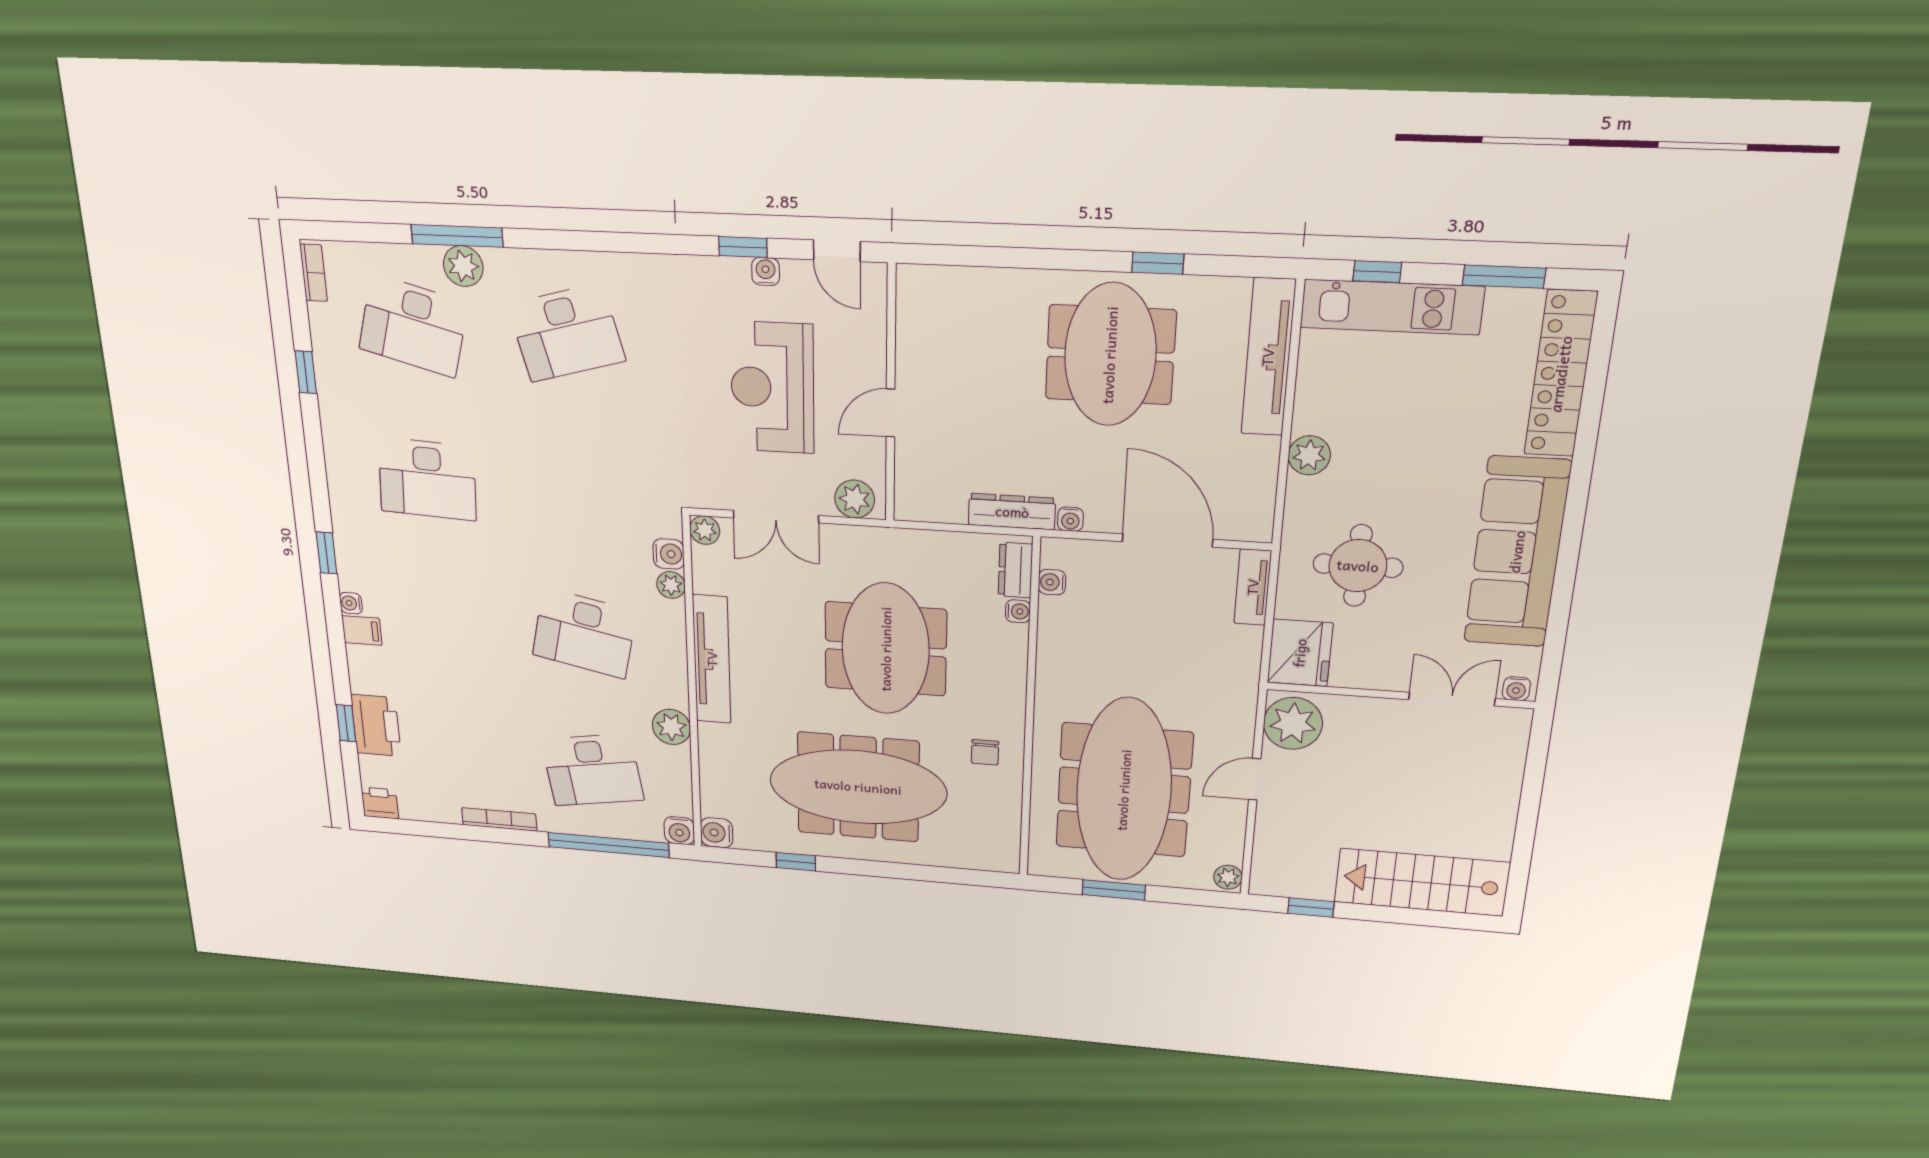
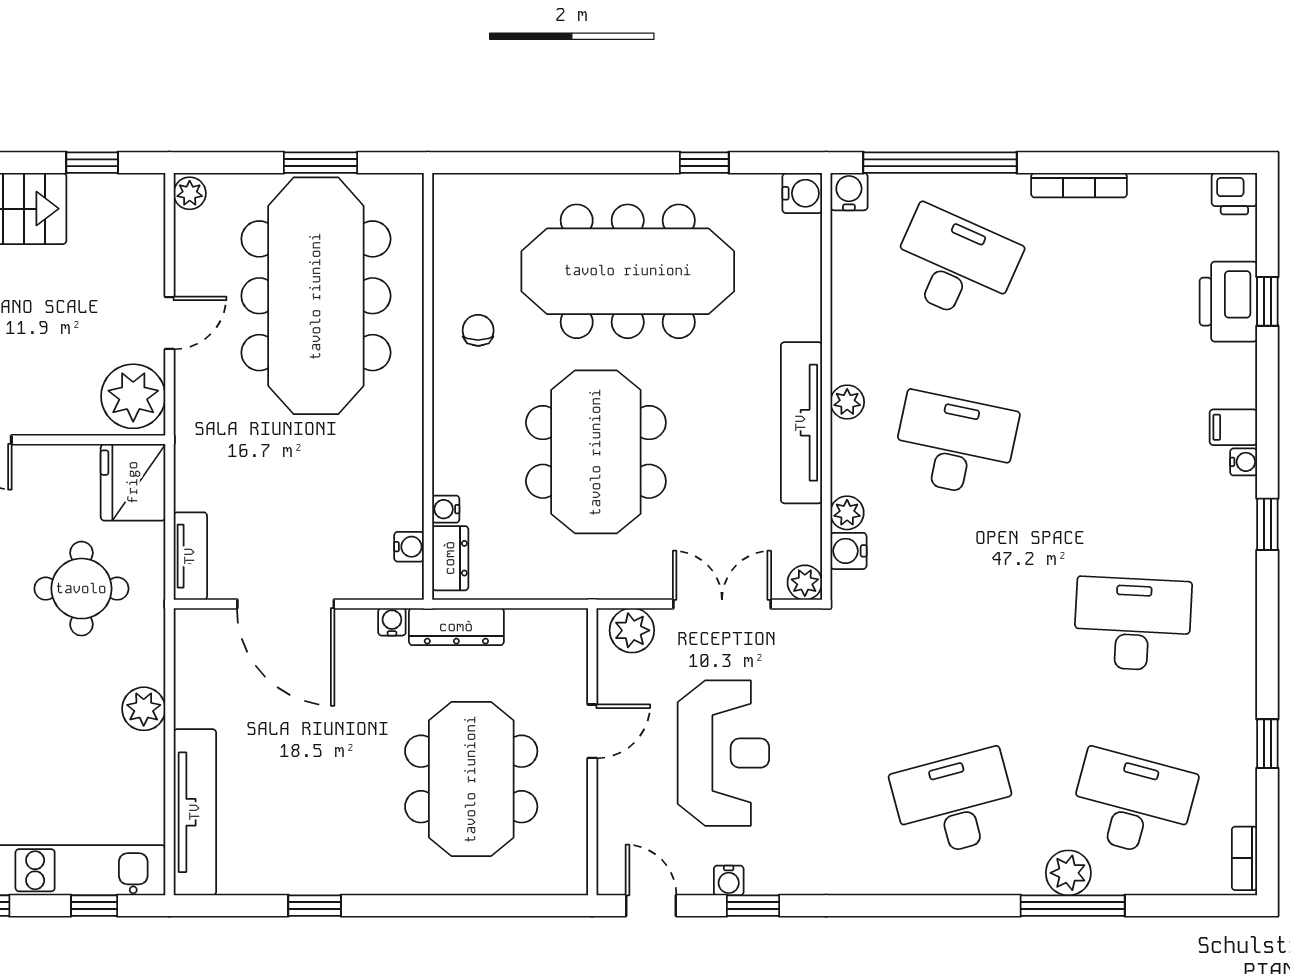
meeting table: (1110, 355) -> (471, 779), moved
plant: (671, 727) -> (847, 402), moved, width x0.73, depth x0.73
desk: (592, 770) -> (955, 265), turned 33

